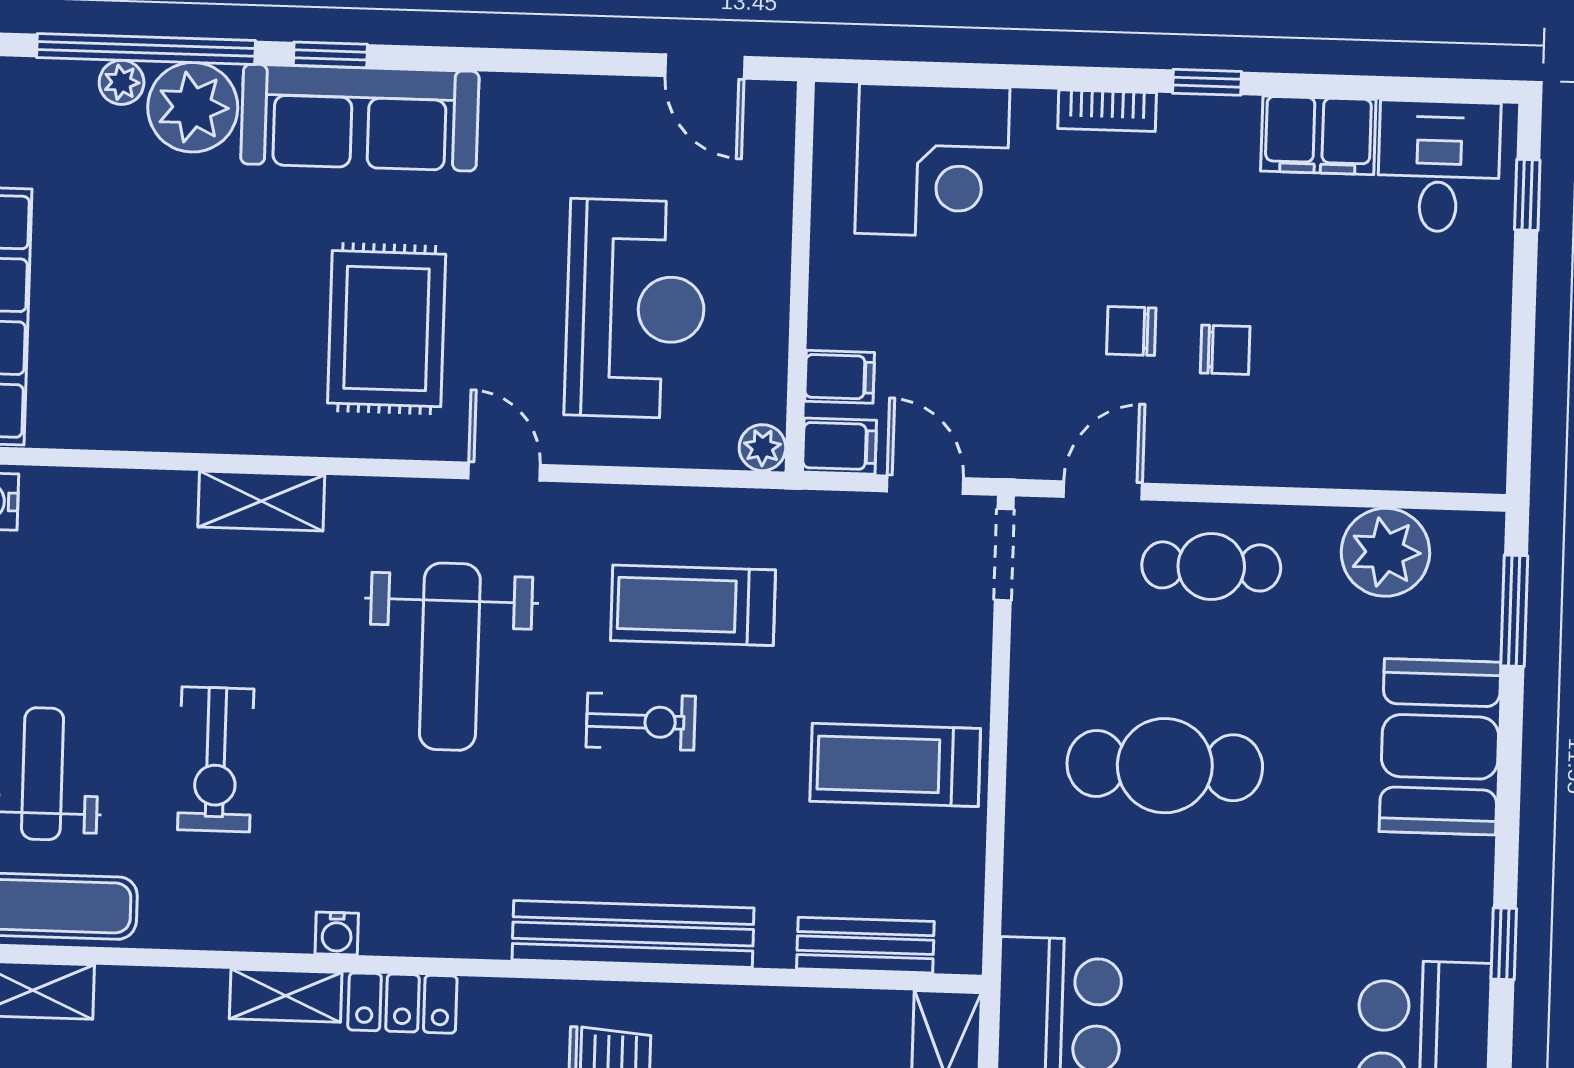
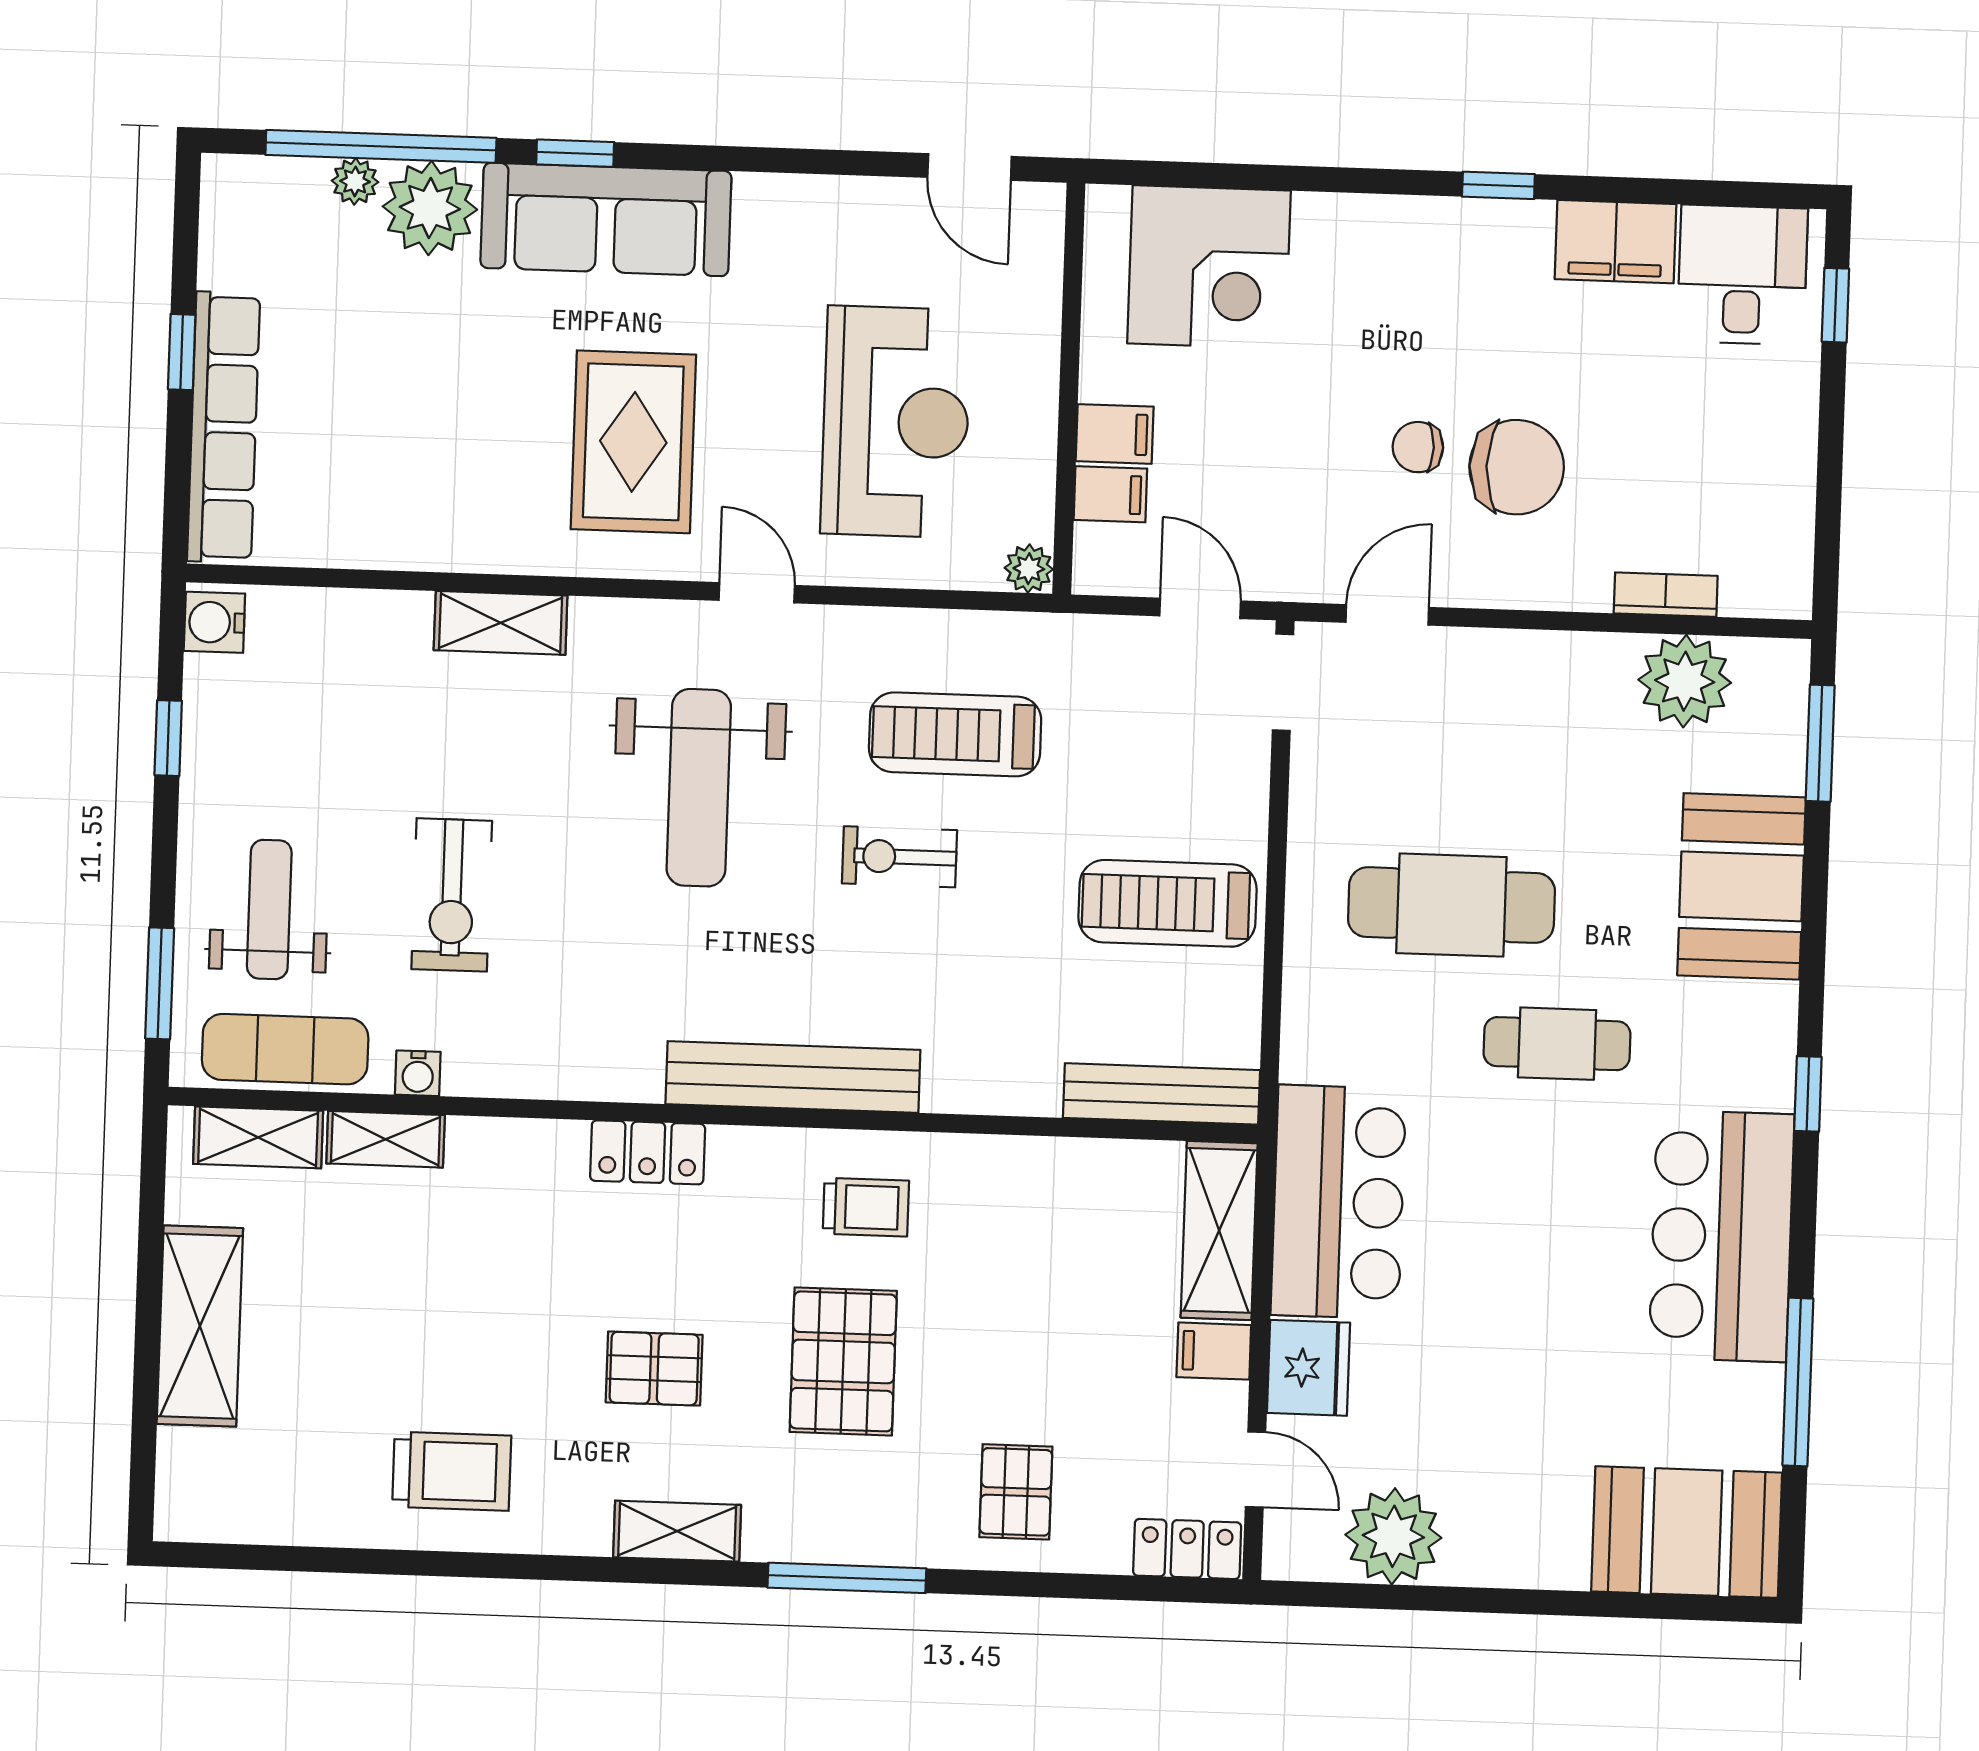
bookcase: (1107, 111) -> (1666, 595), moved, turned 180
chair: (1225, 350) -> (1517, 467), width x1.87, depth x1.87
filing cabinet: (840, 446) -> (1115, 434), moved
cafe table: (1211, 566) -> (1557, 1044), moved
exercise bike: (641, 722) -> (900, 857), turned 180
water cooler: (337, 933) -> (418, 1073), moved
bench: (633, 934) -> (793, 1077), moved
bench: (865, 945) -> (1161, 1094), width x1.36
shelving: (286, 996) -> (386, 1139), moved

